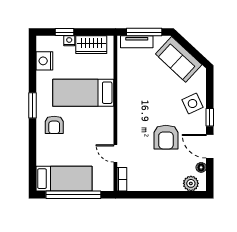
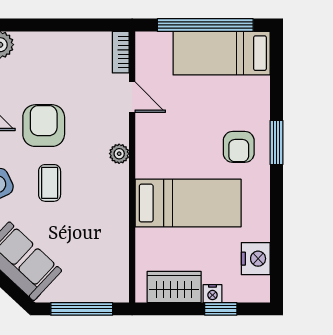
tv unit: (137, 42) -> (95, 292), removed
coffee table: (163, 104) -> (50, 183), added
window: (33, 105) -> (276, 143), moved
plant: (123, 121) -> (119, 154), added
armchair: (54, 125) -> (239, 147), turned 180

